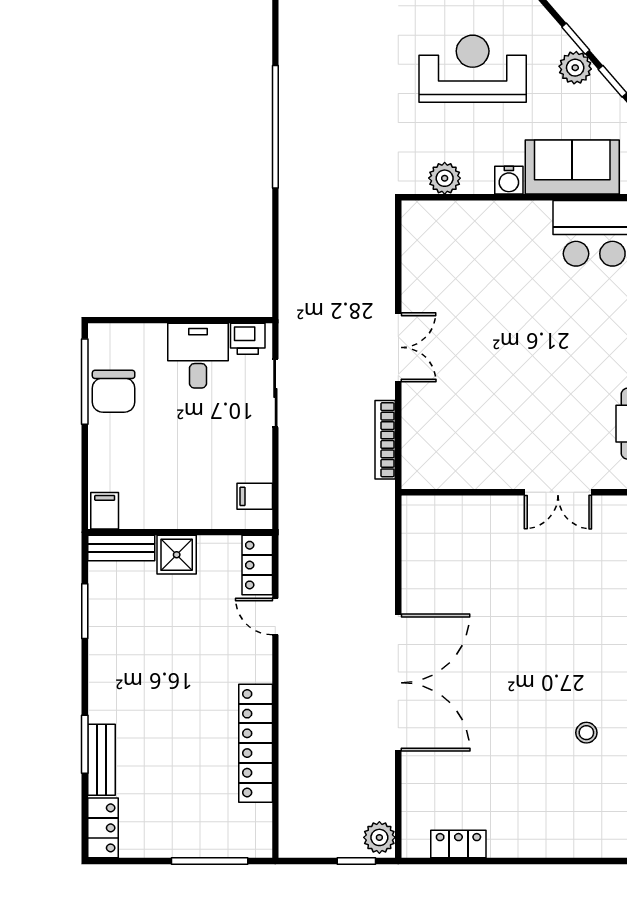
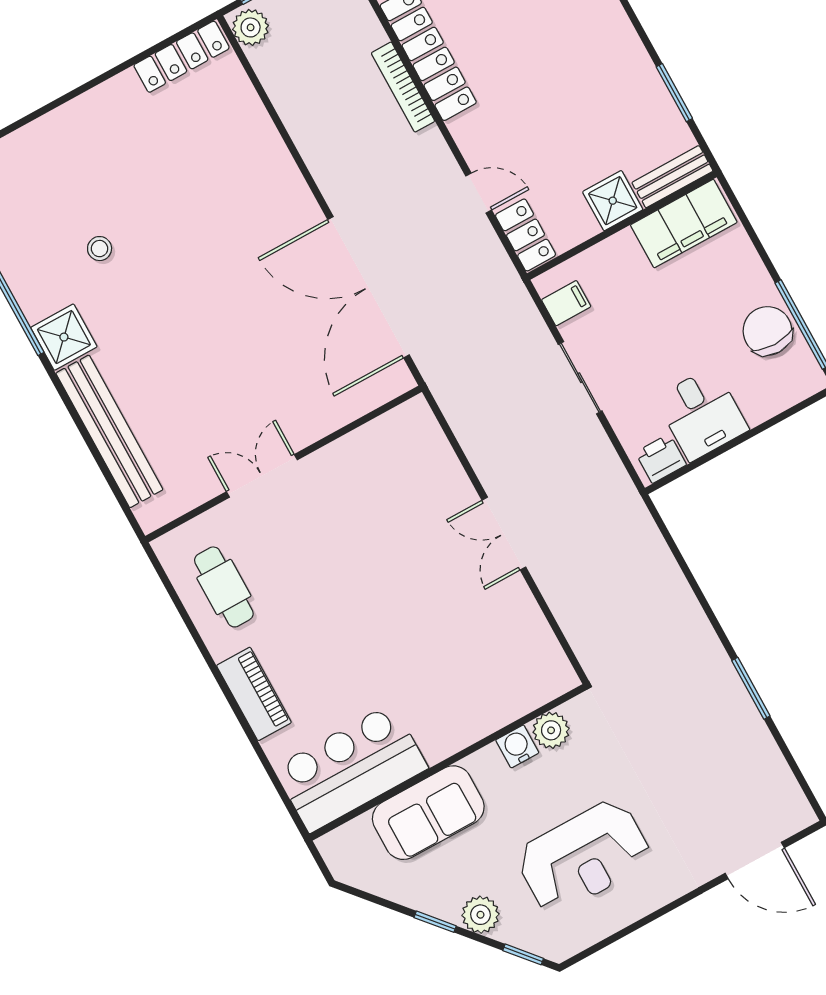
window: (576, 39) -> (523, 954), moved
window: (275, 127) -> (751, 688), width x0.47
water cooler: (509, 180) -> (517, 746), moved
sliding door: (275, 393) -> (580, 378), moved
bookcase: (385, 440) -> (403, 87), moved, turned 180
filing cabinet: (105, 511) -> (684, 224), width x3.00, depth x1.17
double door: (398, 683) -> (368, 287), moved
locker: (458, 844) -> (182, 57), width x1.53

